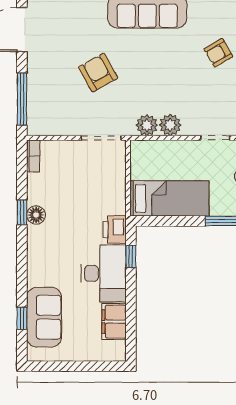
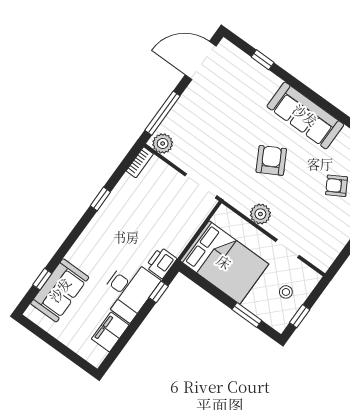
armchair: (98, 73) -> (271, 160), moved
plant: (147, 125) -> (163, 143), moved
bed: (169, 198) -> (224, 262), width x1.50
floor lamp: (36, 215) -> (110, 209), removed

